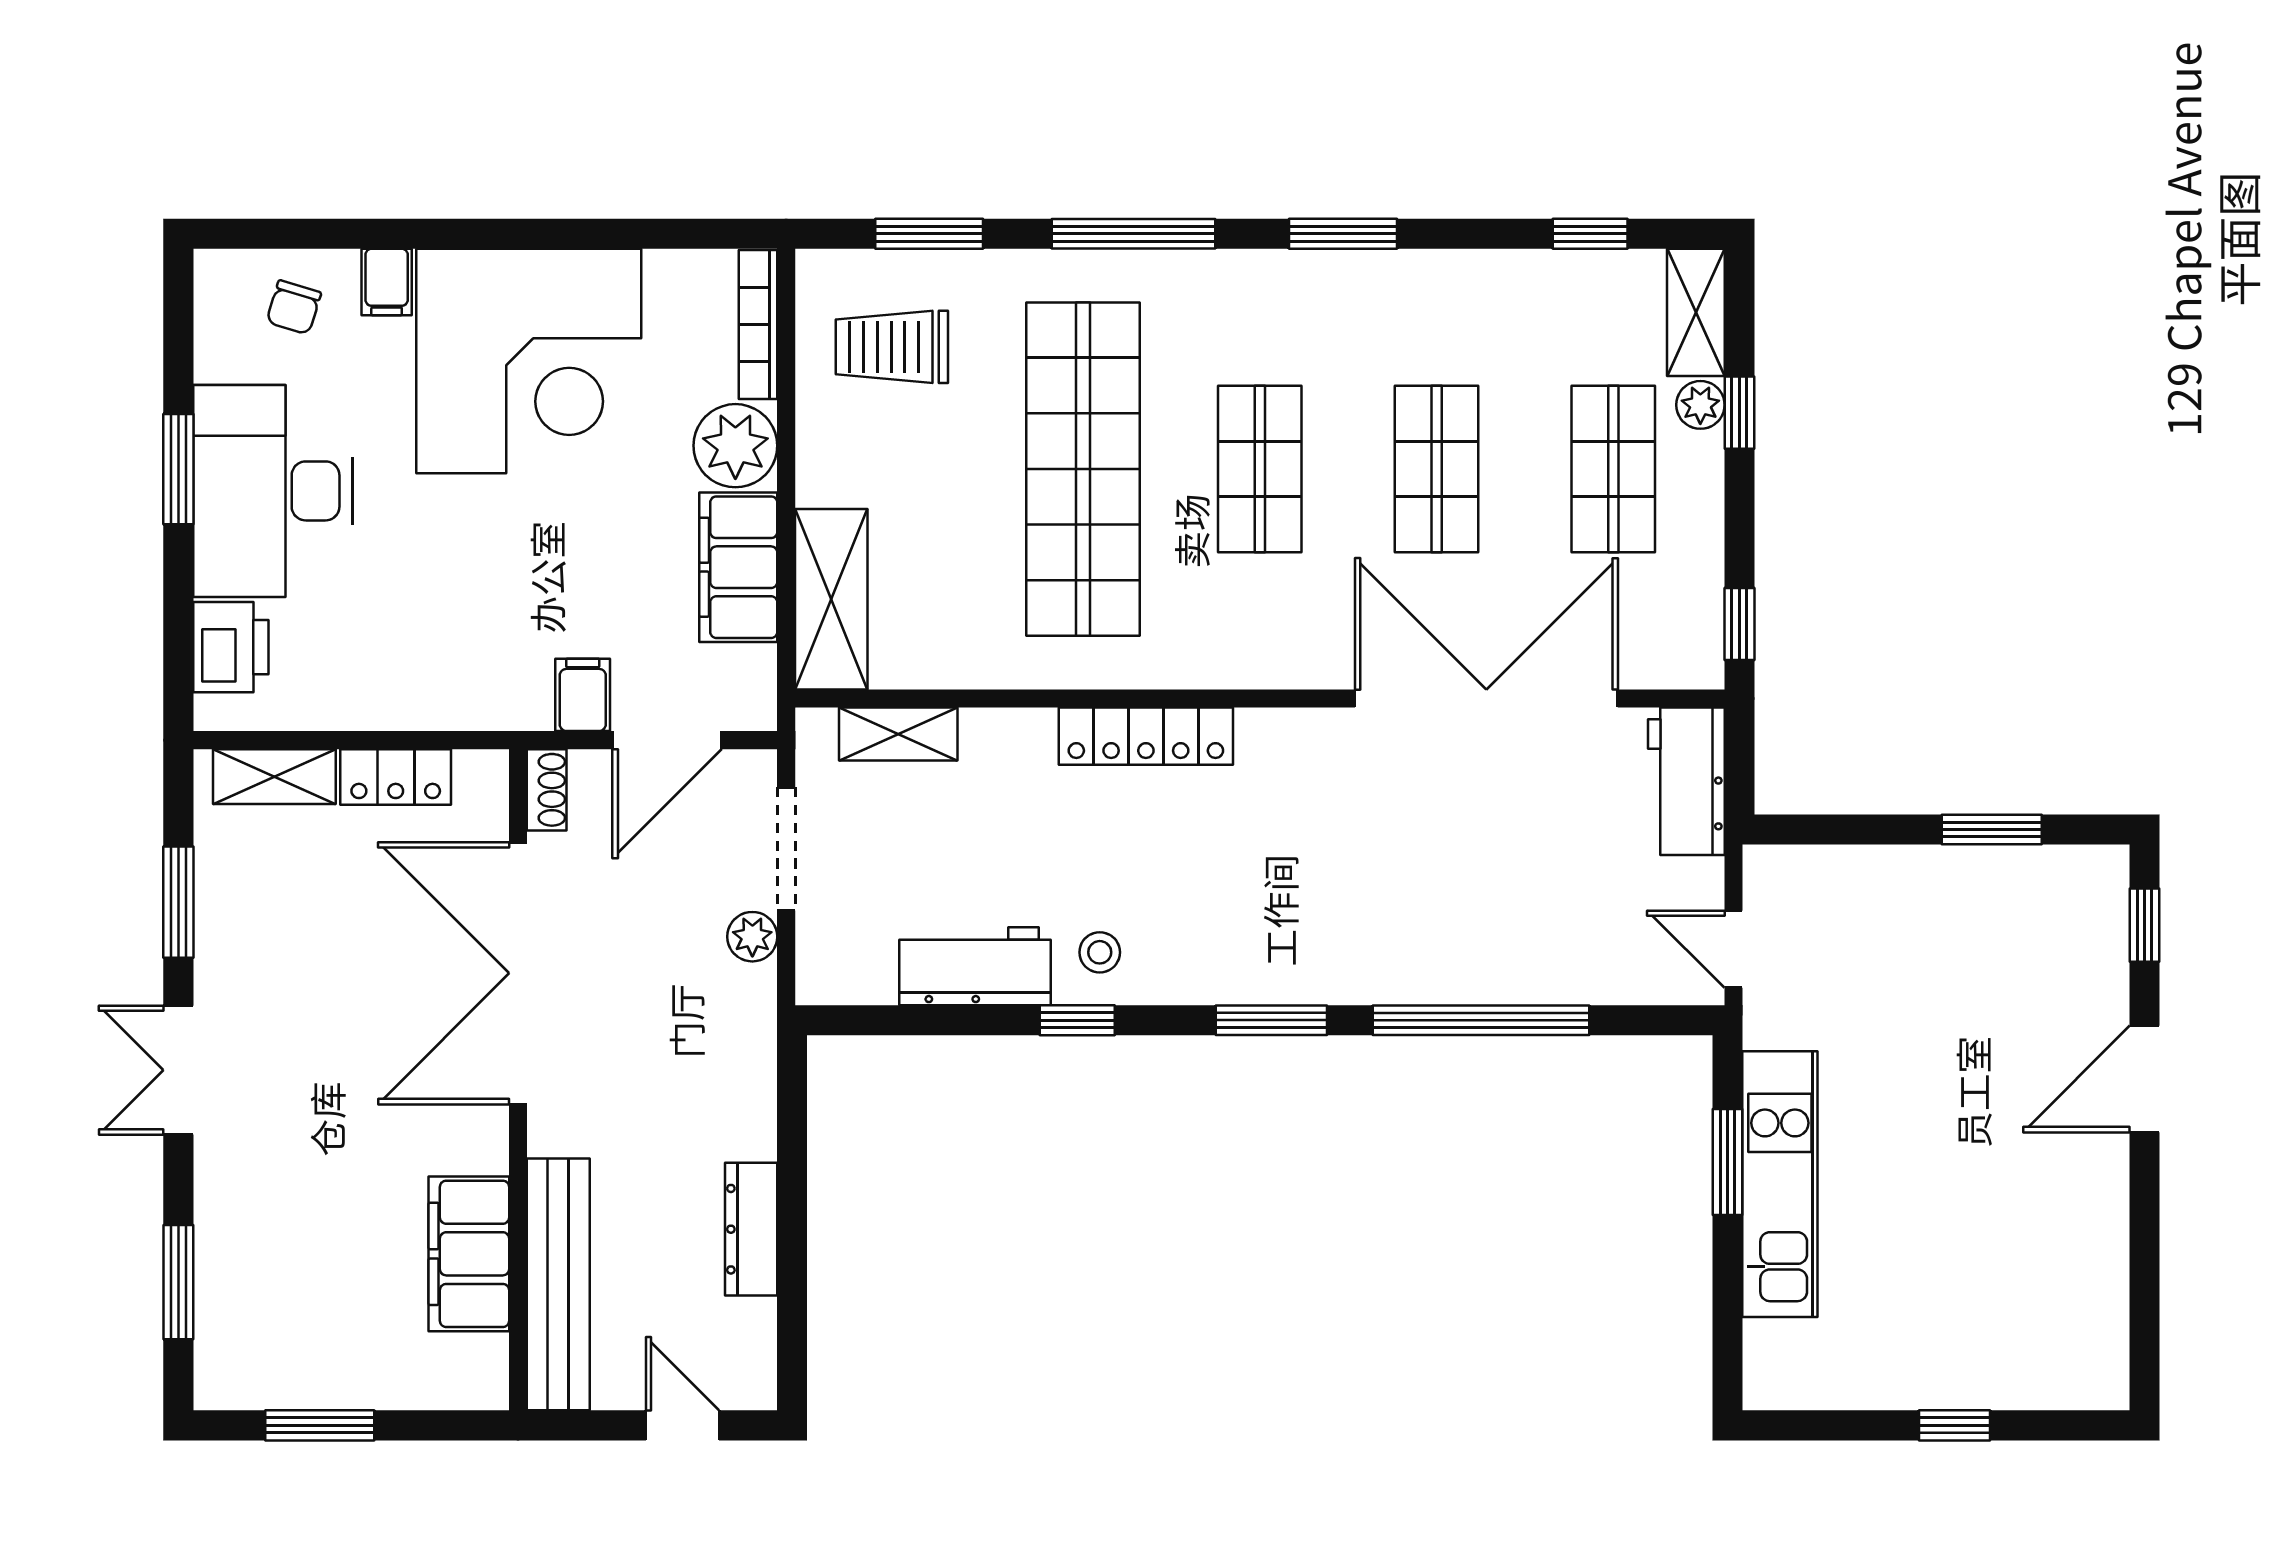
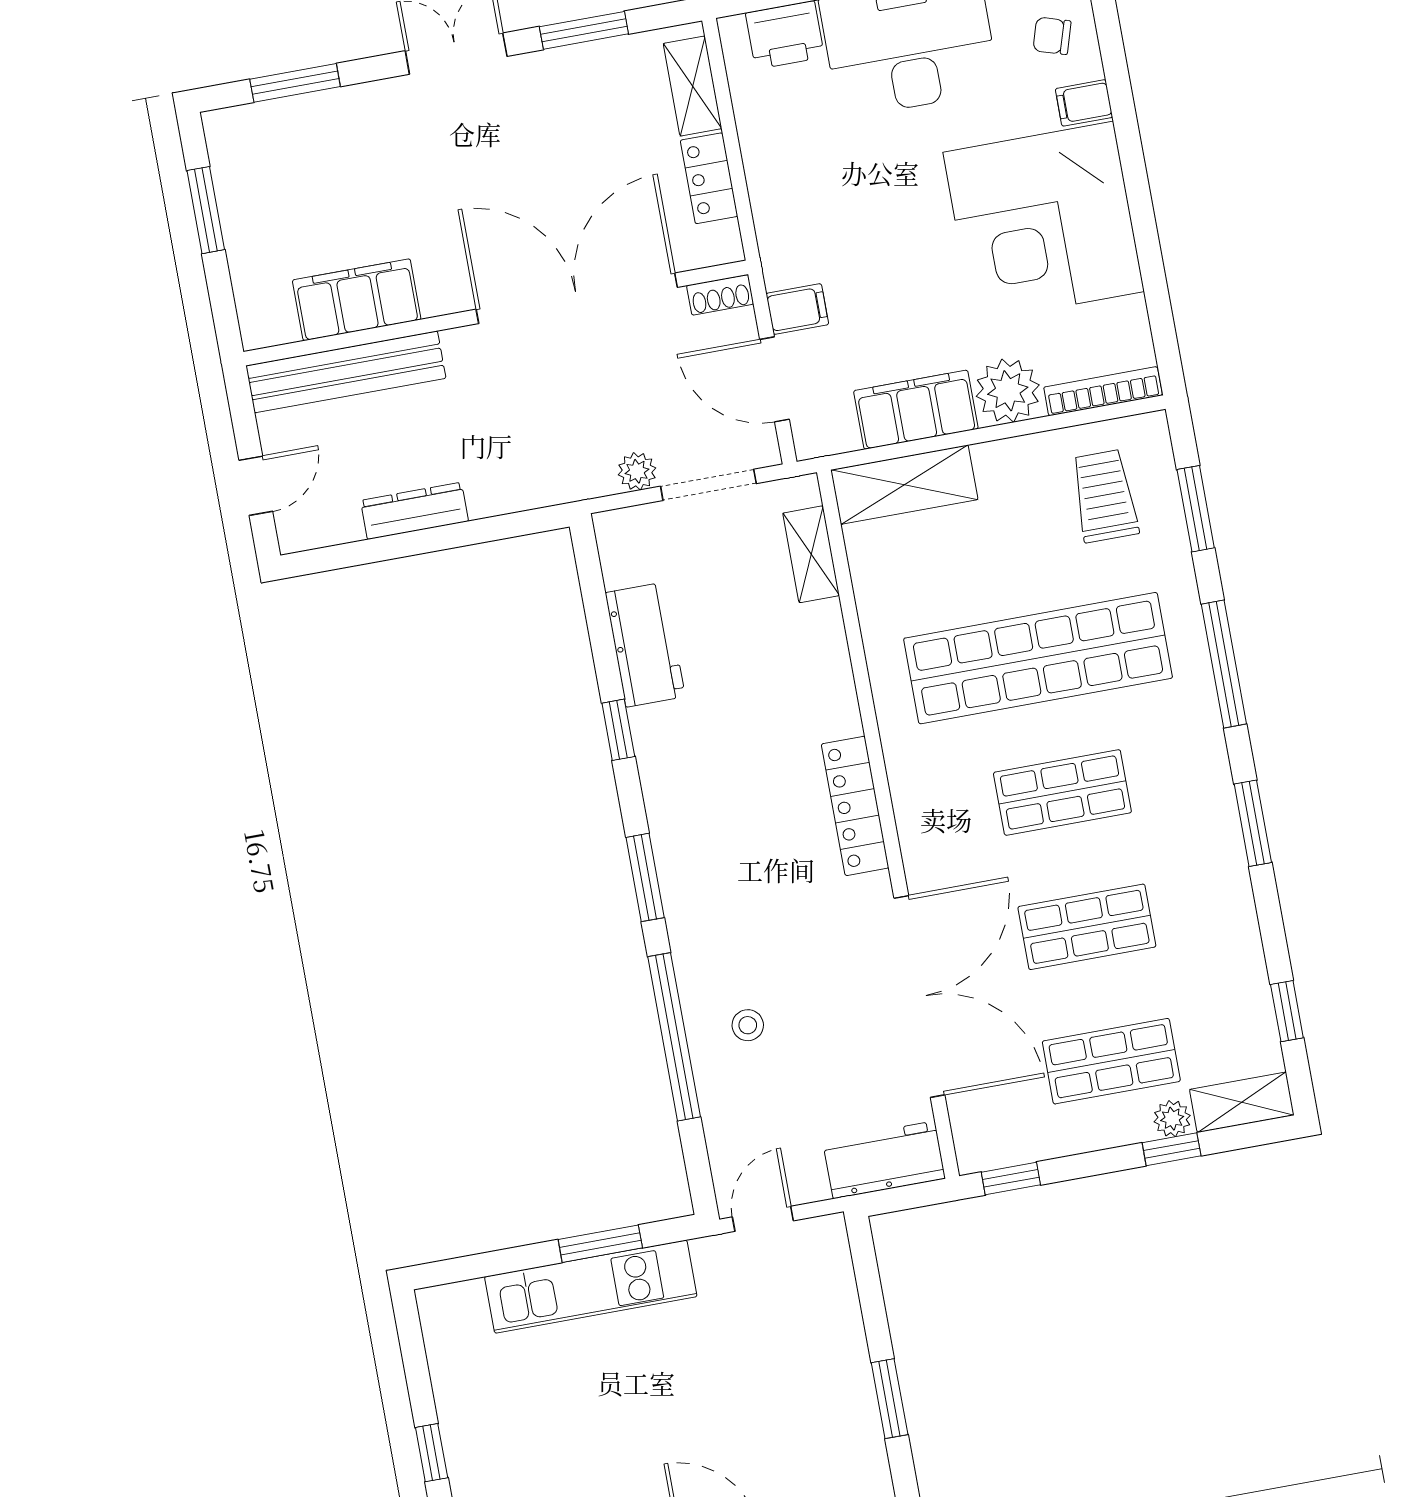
locker: (1146, 736) -> (855, 806), moved
stool: (1100, 952) -> (748, 1025), moved

